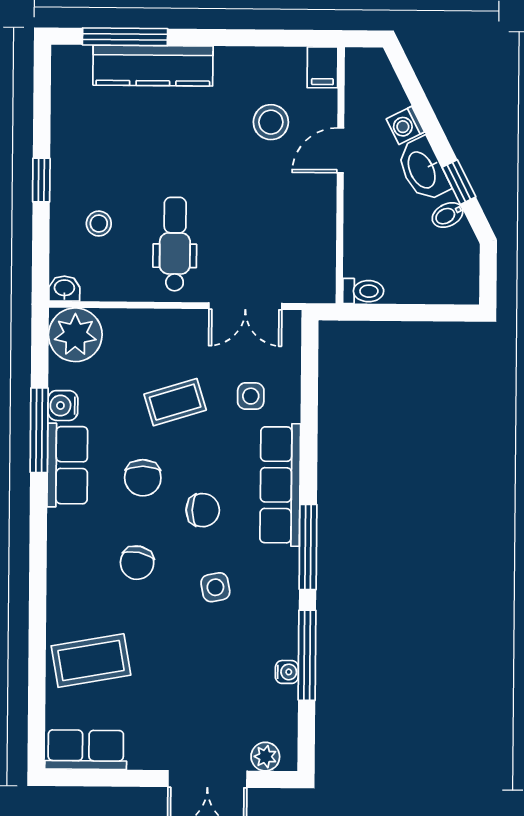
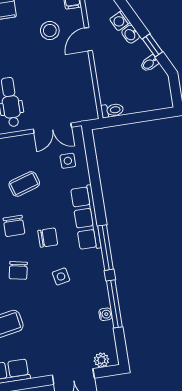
washbasin: (423, 169) -> (131, 34), width x0.52, depth x0.69
side table: (251, 396) -> (68, 161), moved

